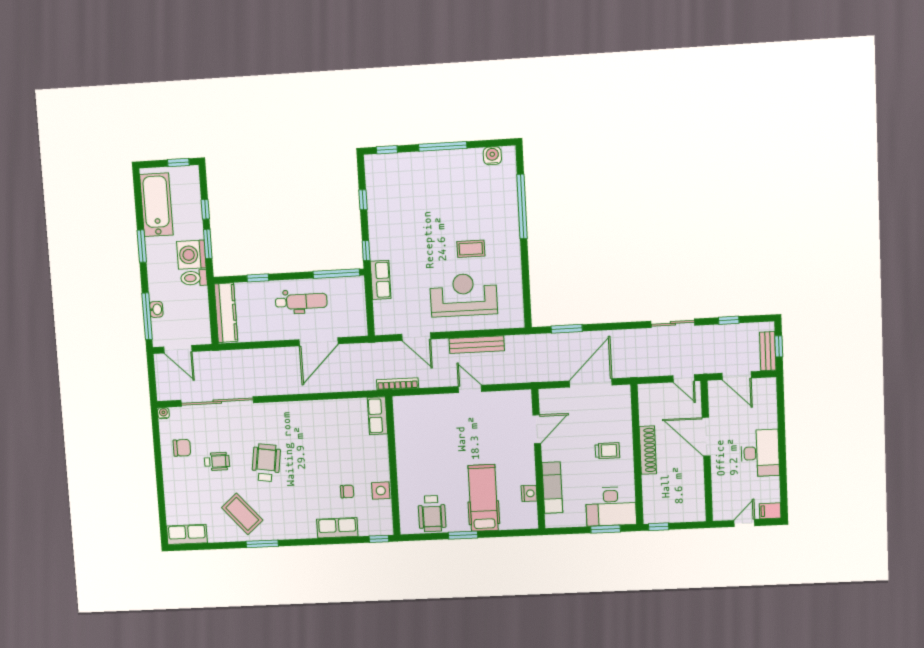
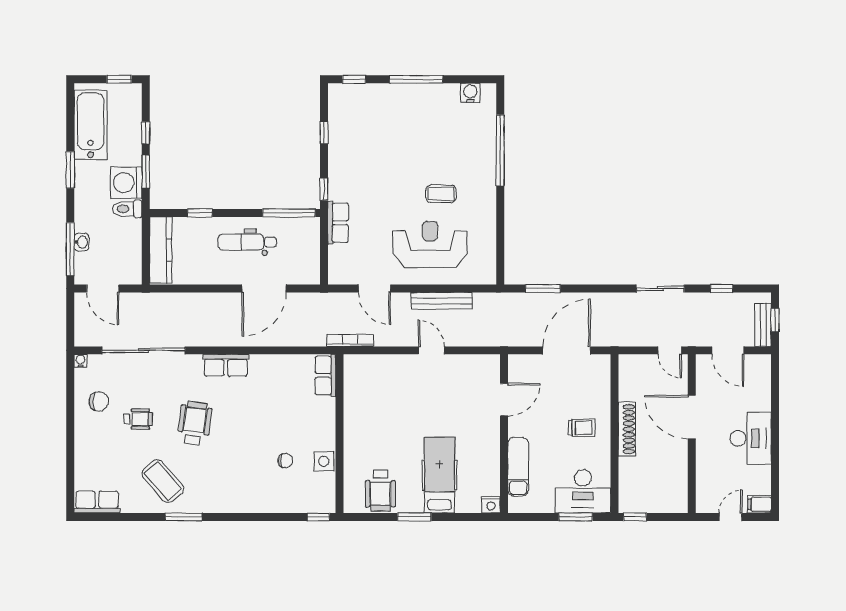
dental chair: (301, 302) -> (247, 242), turned 180
nightstand: (529, 493) -> (491, 505), moved, turned 90
row of seats: (337, 528) -> (226, 365), moved, turned 180

